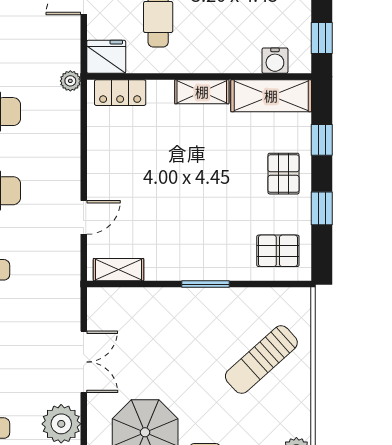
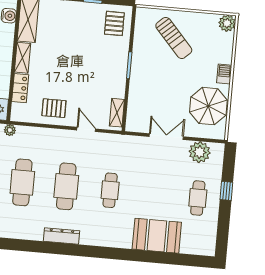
locker: (120, 93) -> (20, 88), moved
pallet: (284, 174) -> (54, 108), moved

